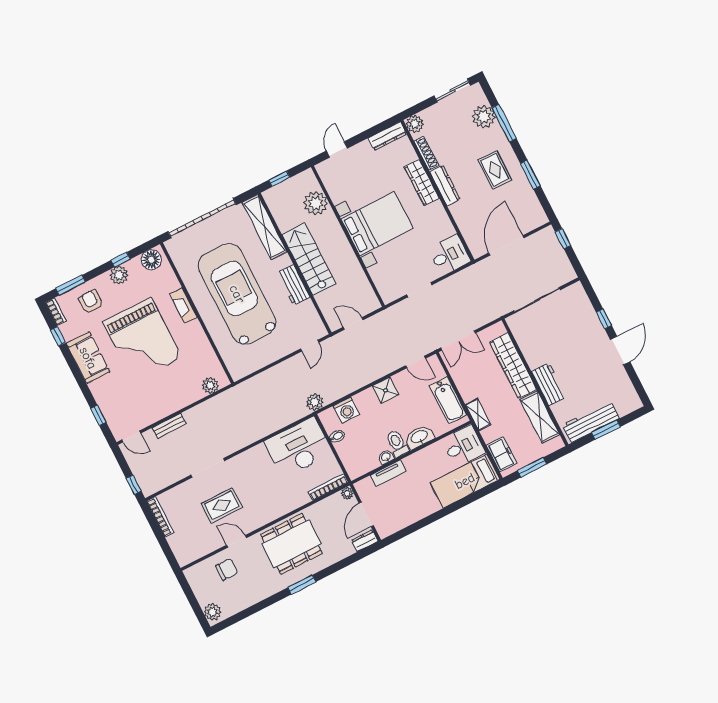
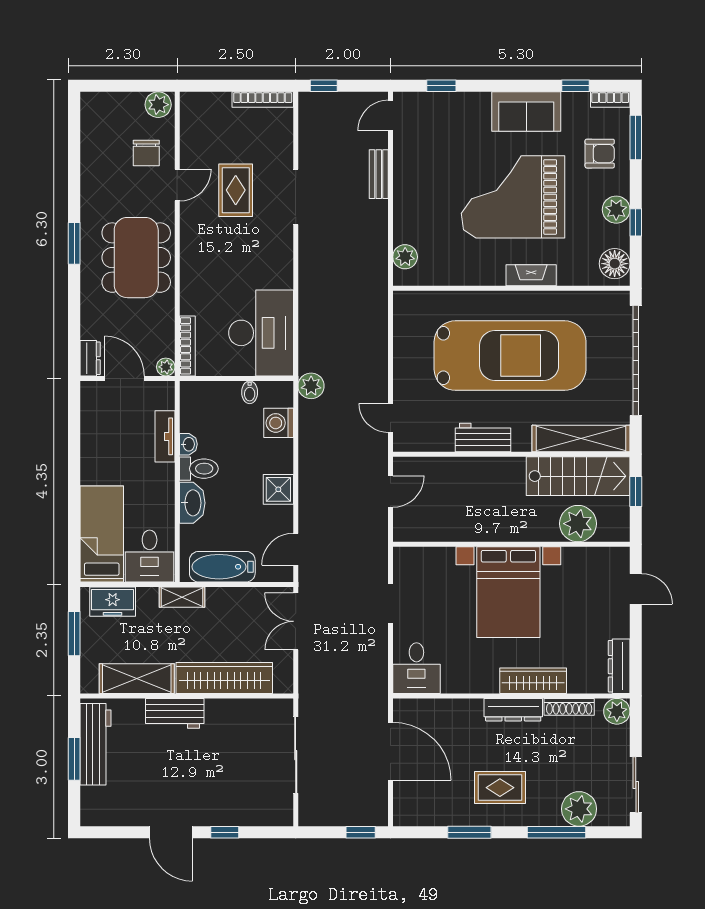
stairs: (309, 259) -> (578, 476), moved
plant: (212, 612) -> (158, 105), moved

